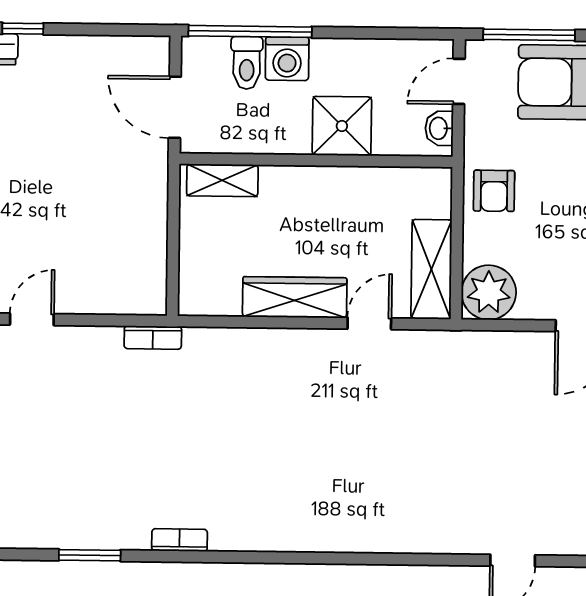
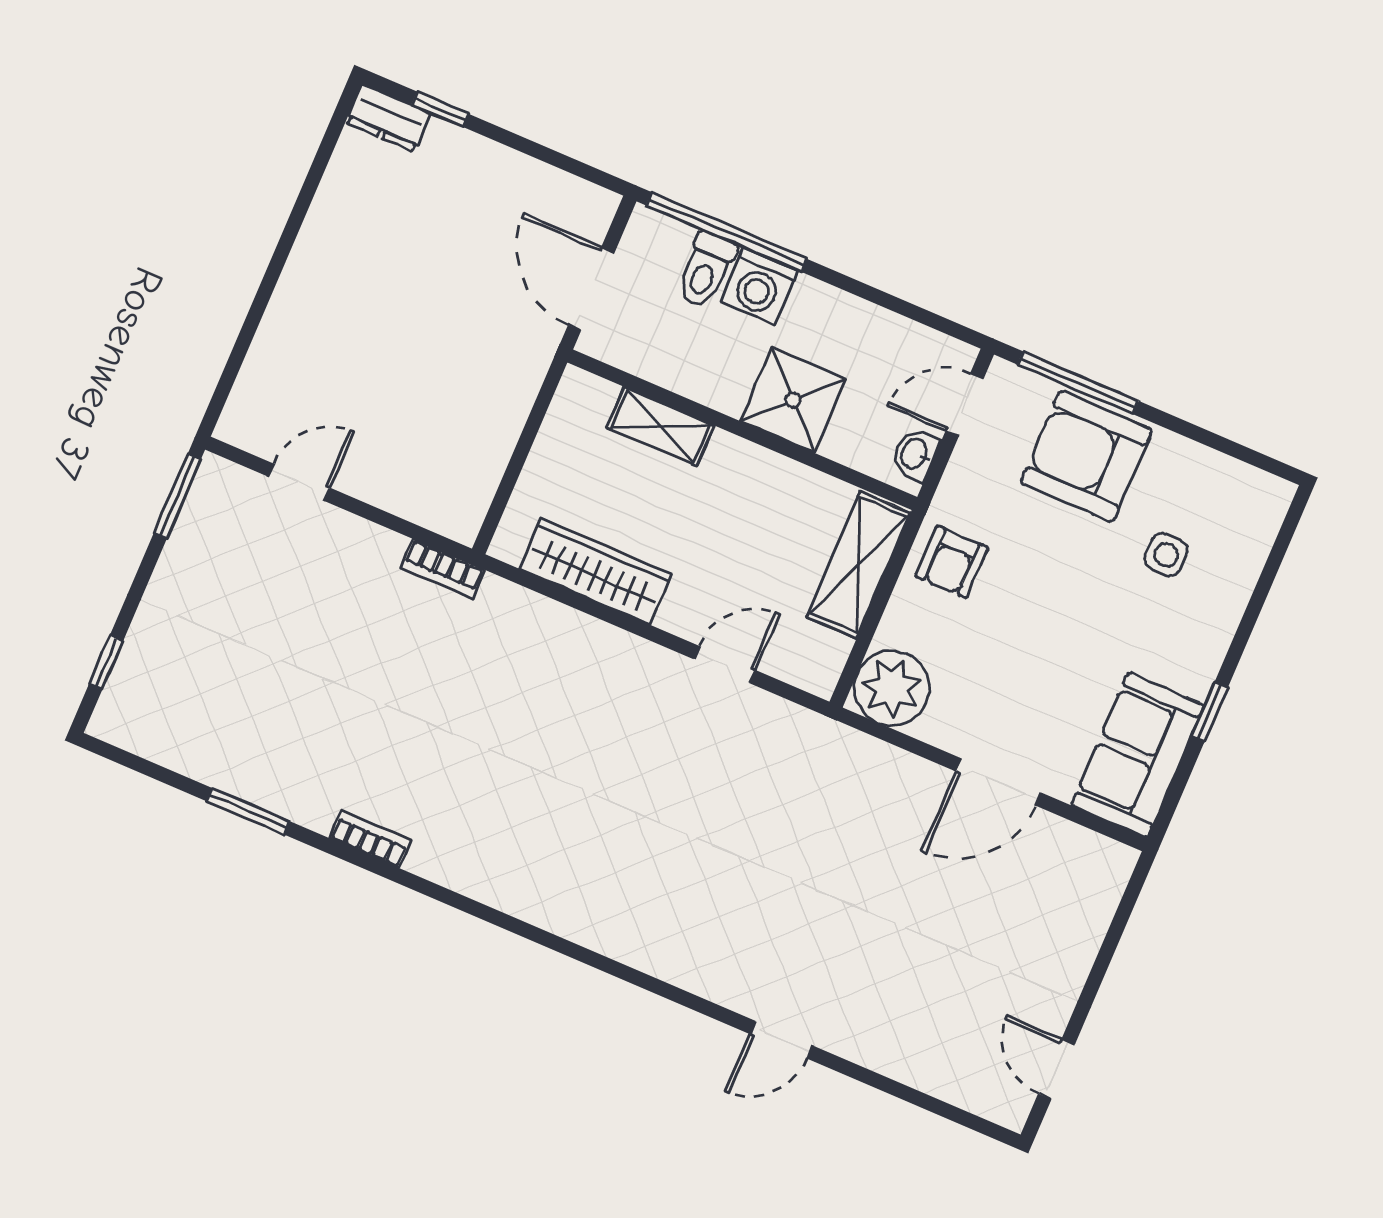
shelving: (222, 180) -> (661, 426), moved
shelving: (431, 269) -> (859, 565), moved
wardrobe: (295, 297) -> (596, 572), moved

